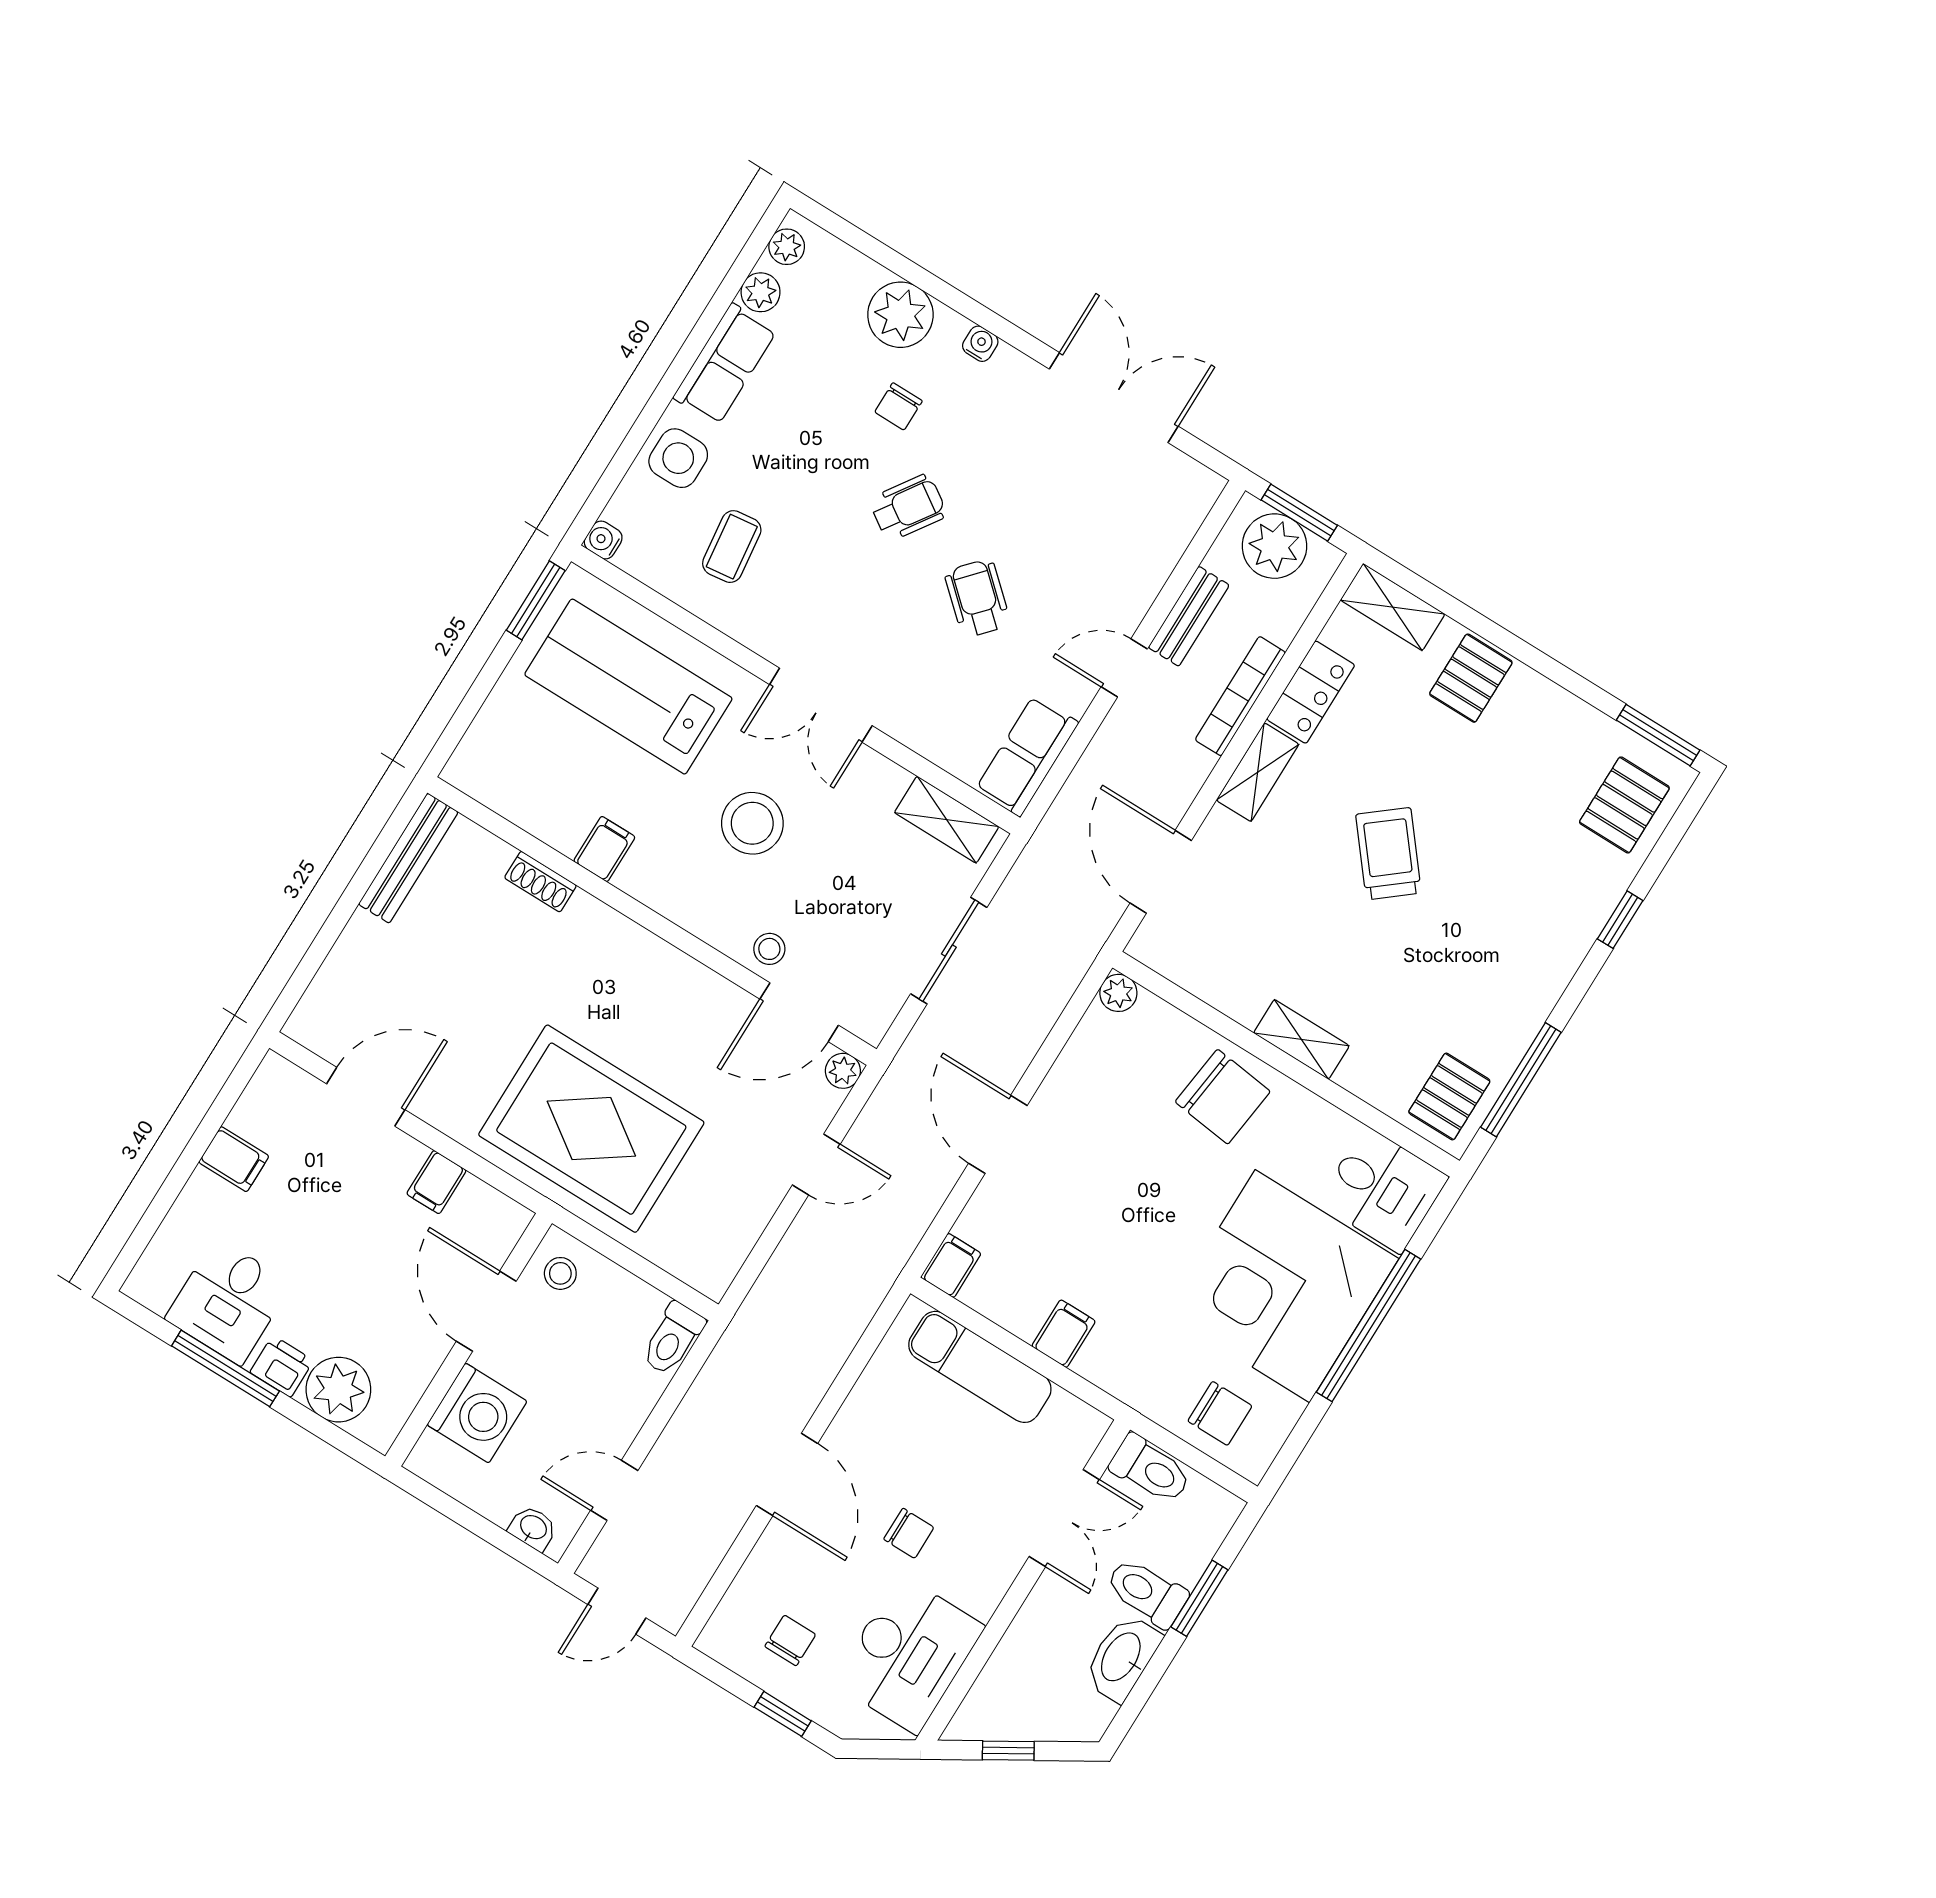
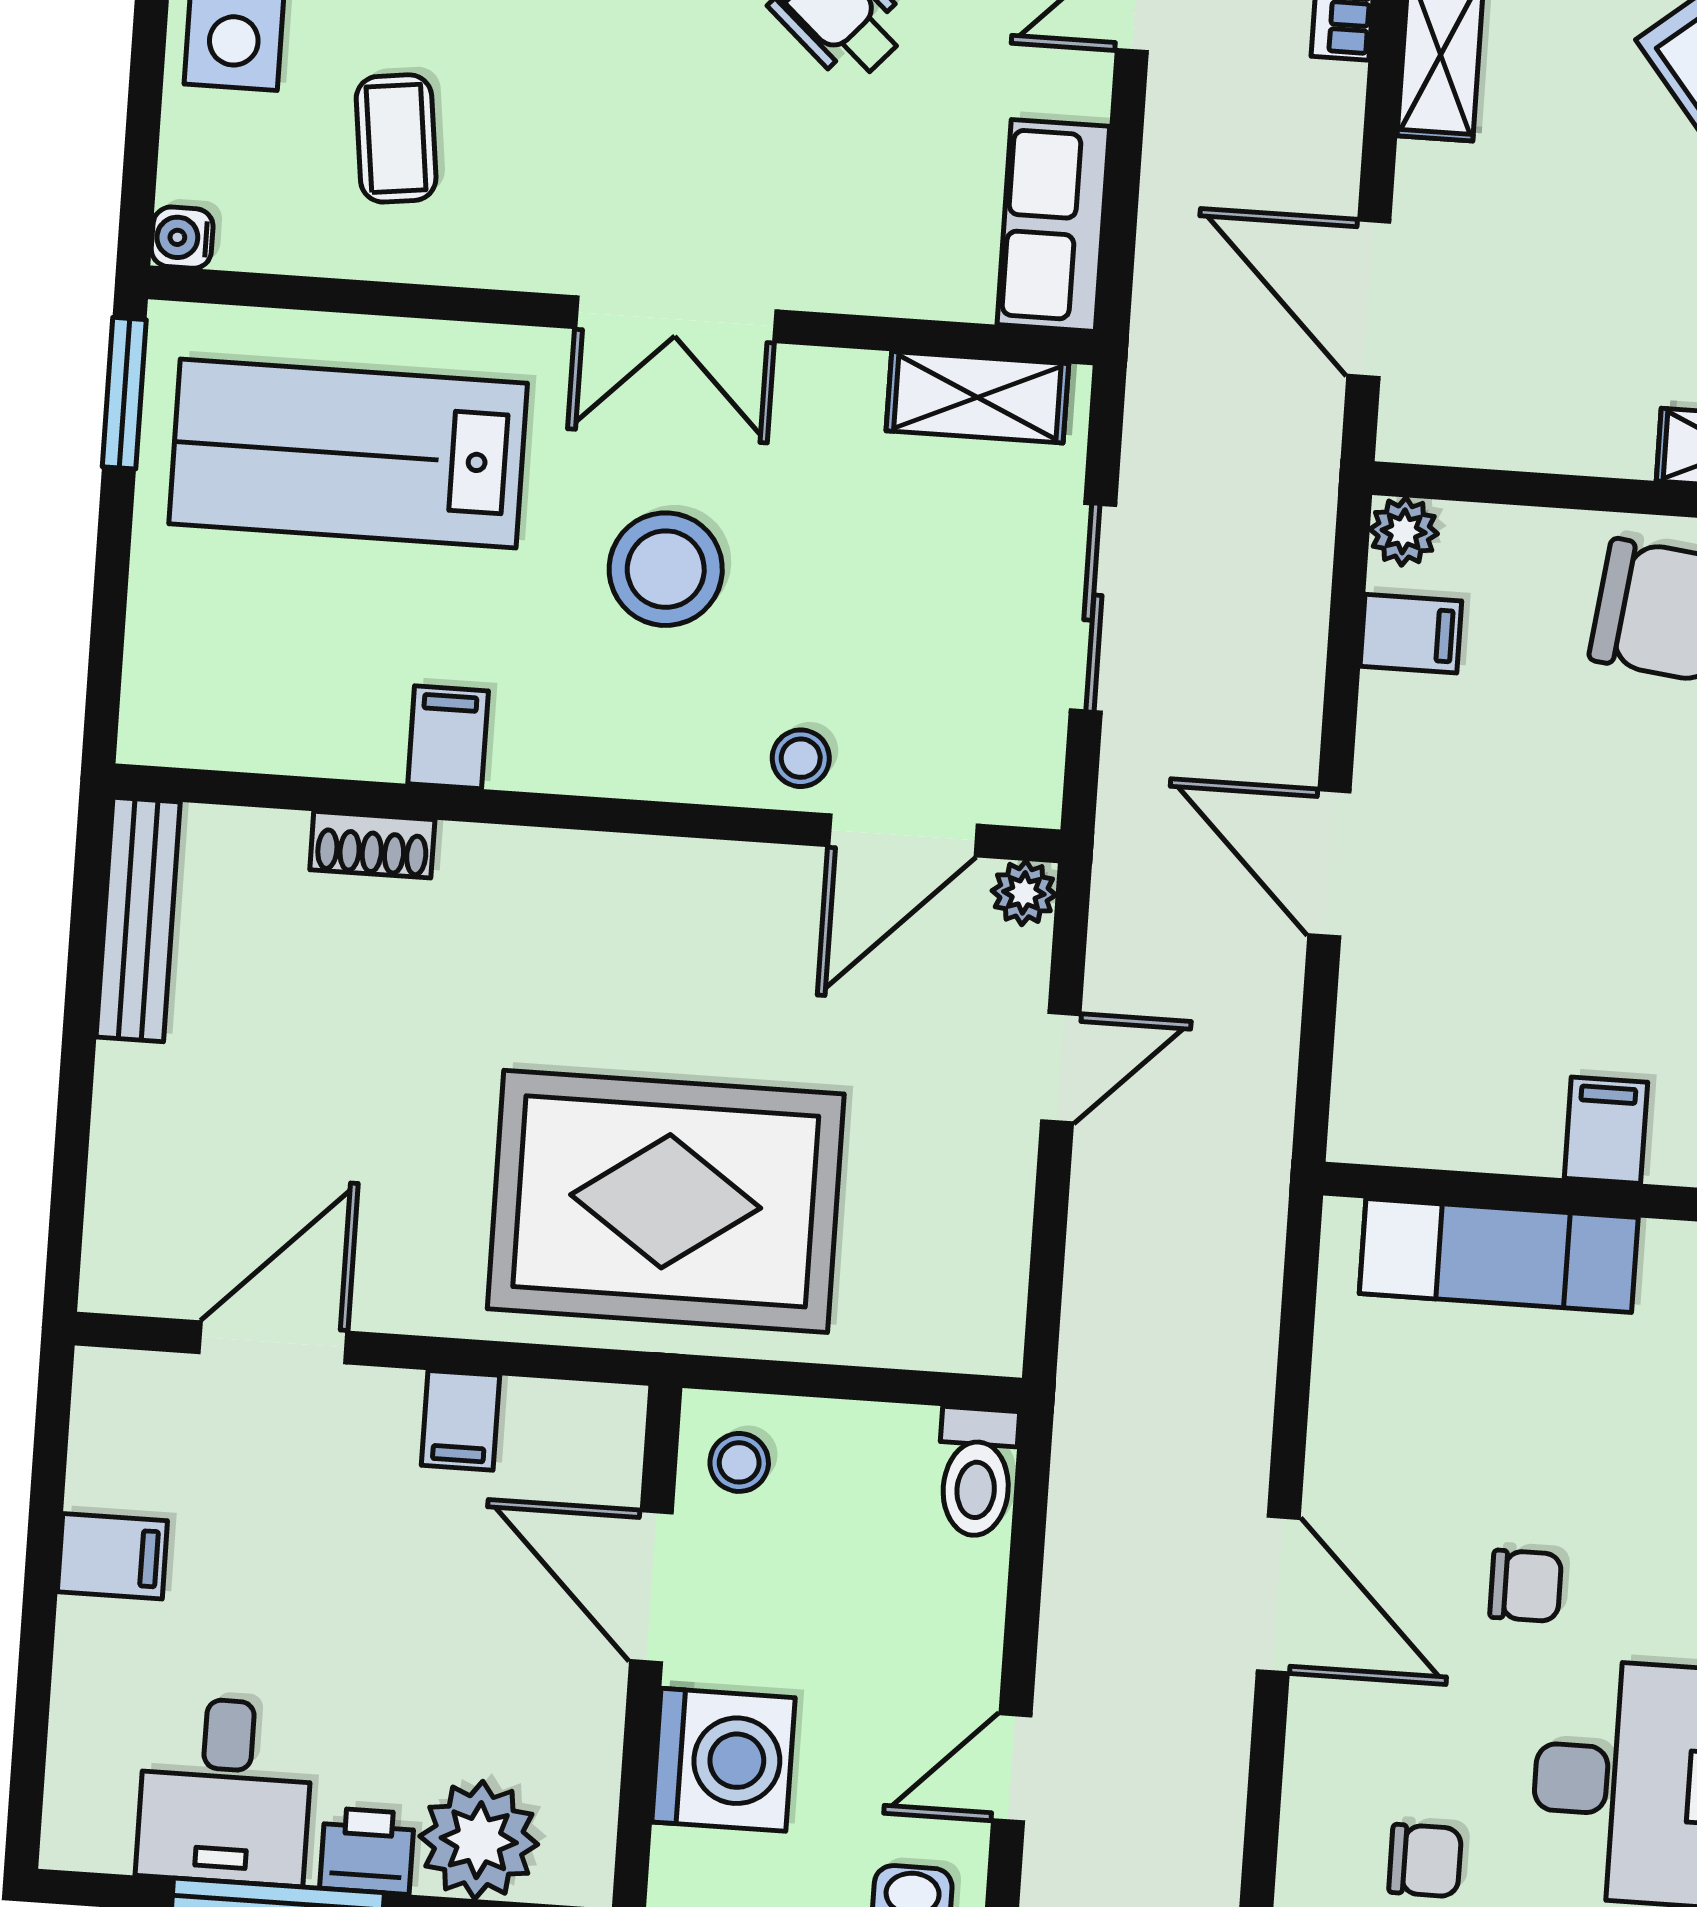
filing cabinet: (951, 1265) -> (1411, 634), moved, turned 90
chair: (790, 1640) -> (1425, 1861), turned 90

